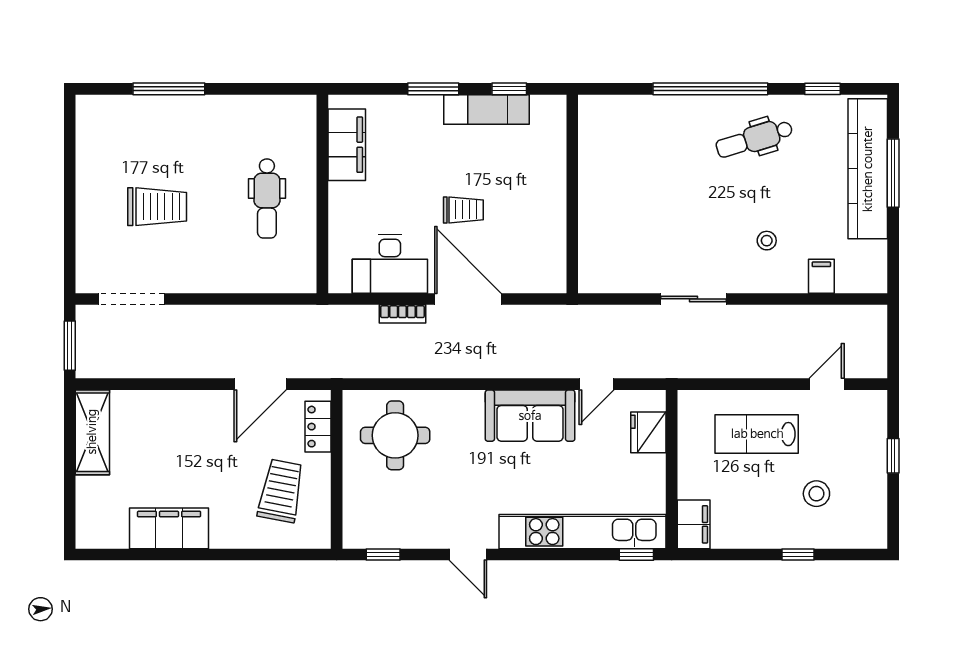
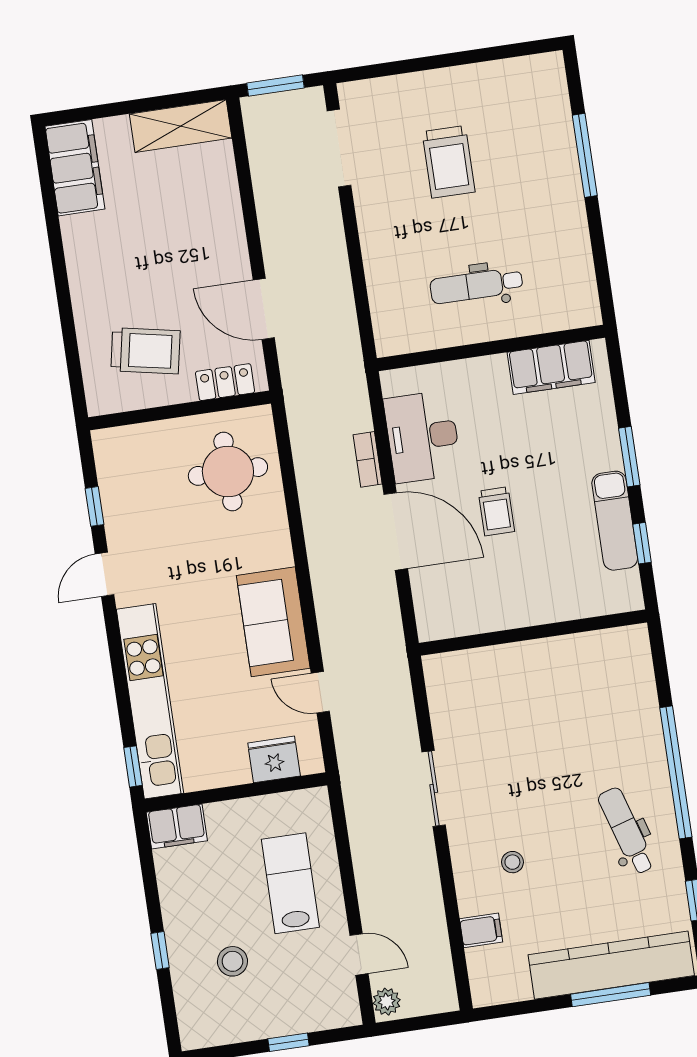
door: (468, 299) -> (396, 531), hinge flipped
plant: (871, 366) -> (387, 1002), added
filing cabinet: (169, 528) -> (75, 168), moved
window: (383, 554) -> (94, 506), moved

